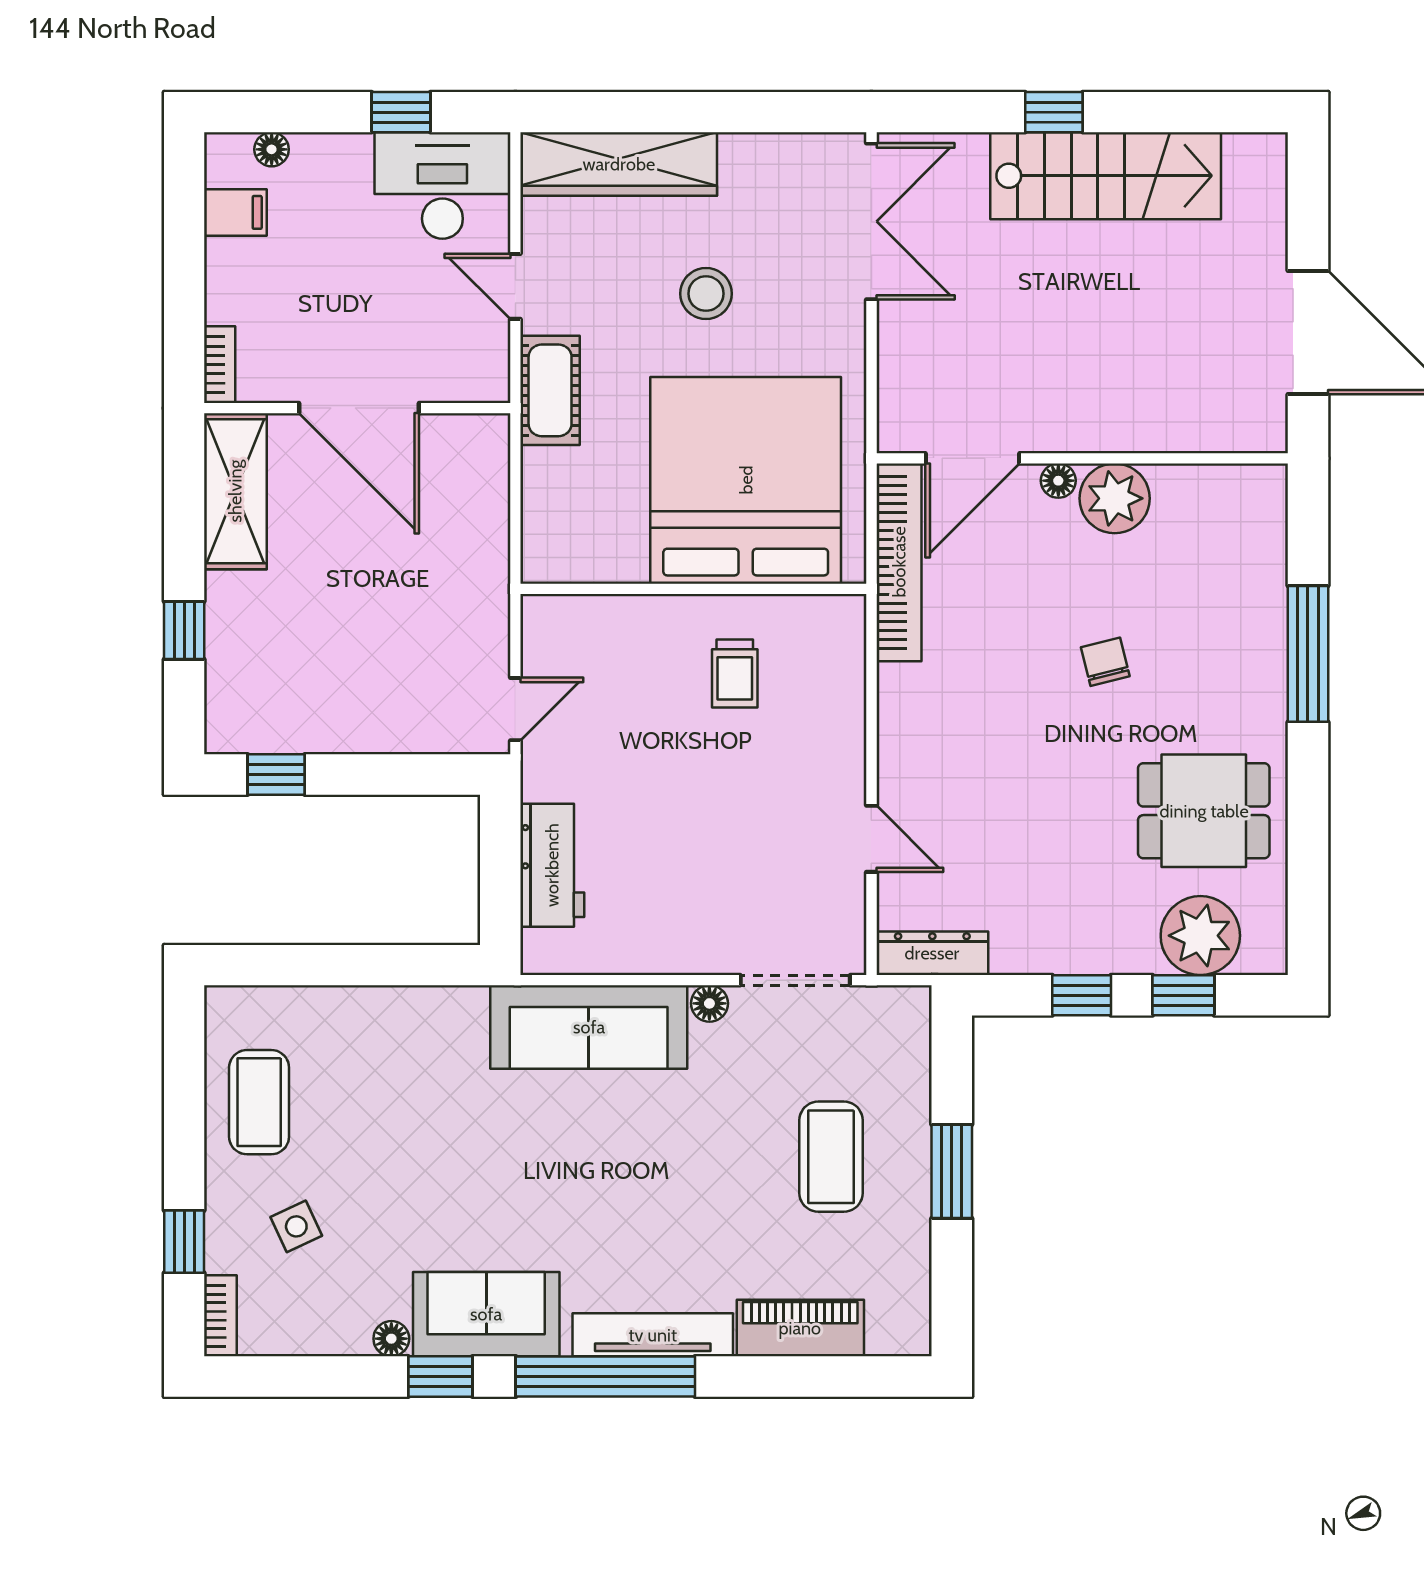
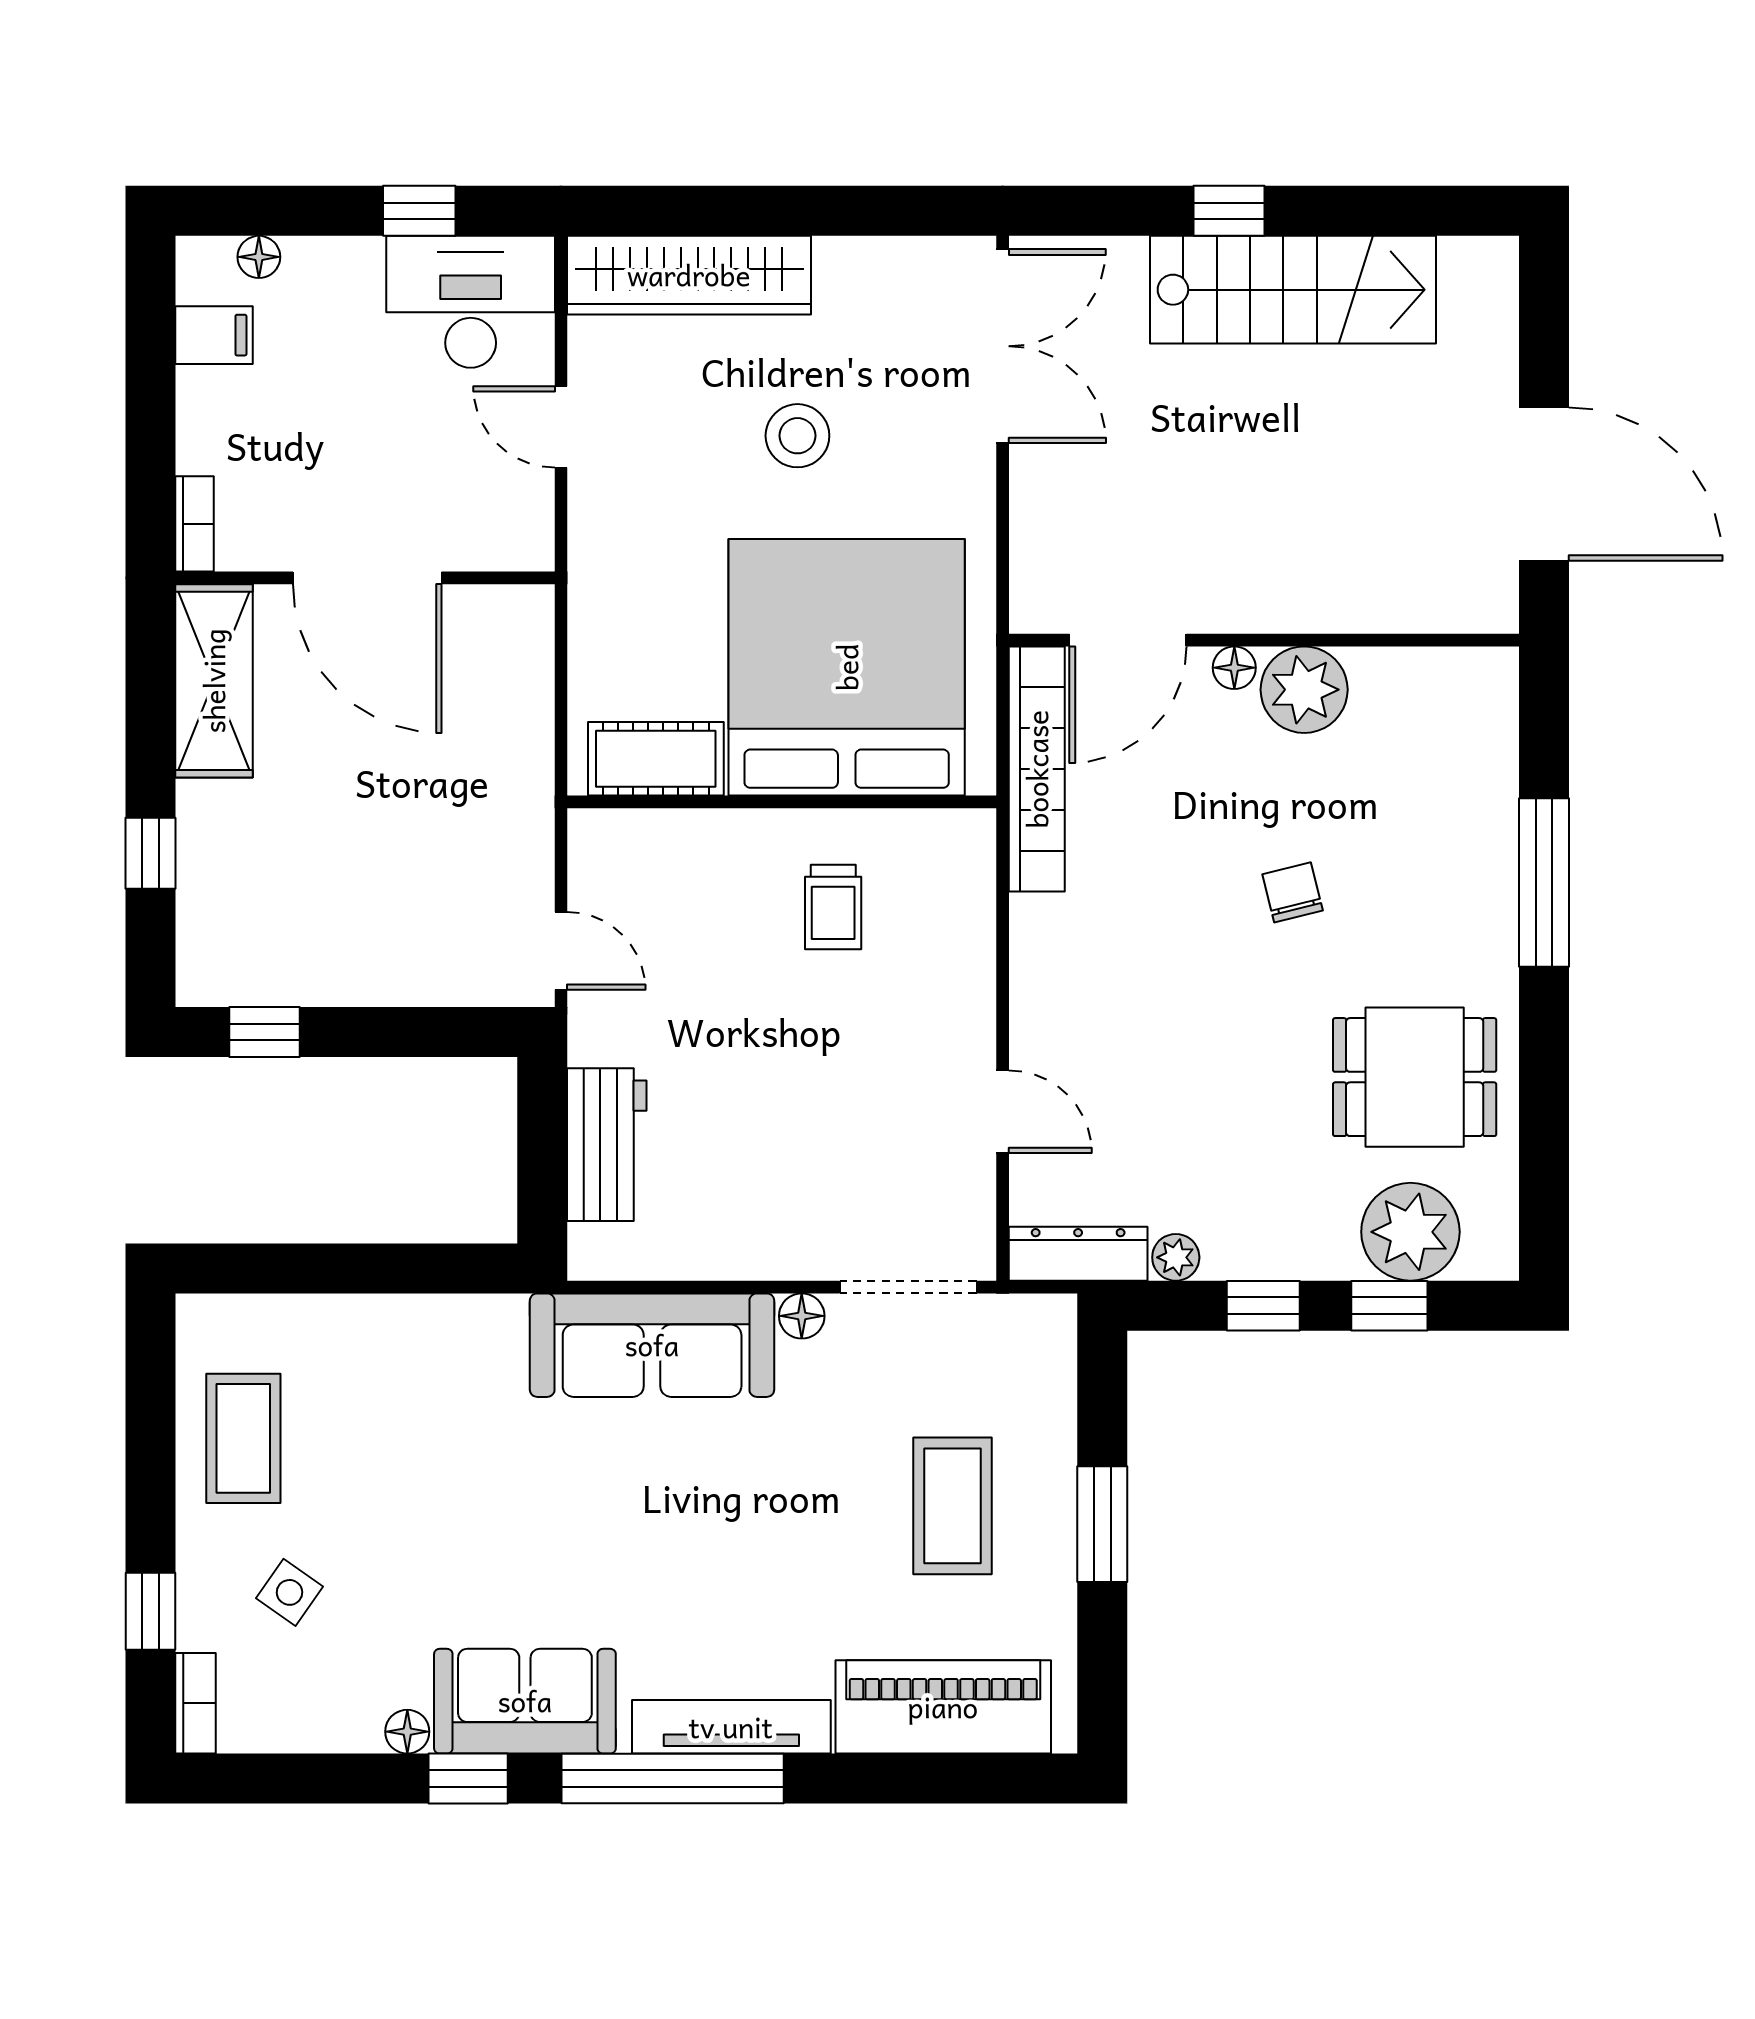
cot: (550, 390) -> (656, 759), moved, turned 90
door: (515, 709) -> (561, 951), hinge flipped
plant: (1011, 956) -> (1176, 1257), added
side table: (296, 1226) -> (289, 1592), turned -30
piano: (800, 1328) -> (943, 1707), width x1.37, depth x1.33

